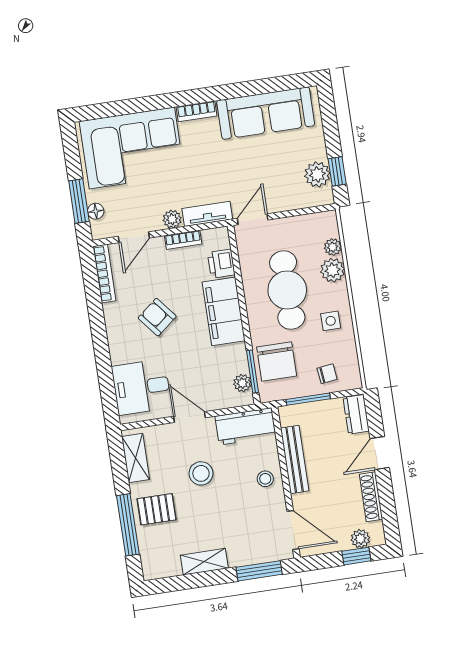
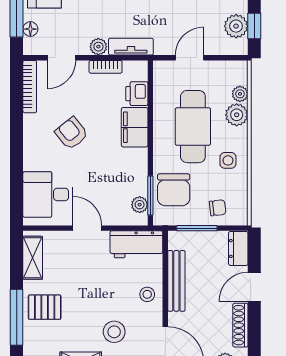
door: (253, 219) -> (189, 58), moved
filing cabinet: (224, 311) -> (135, 127), width x0.67, depth x0.86
stool: (201, 473) -> (114, 332), moved

